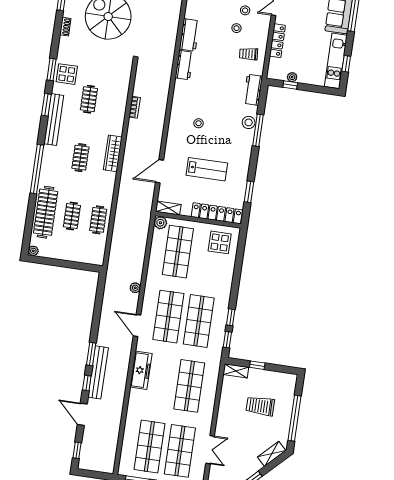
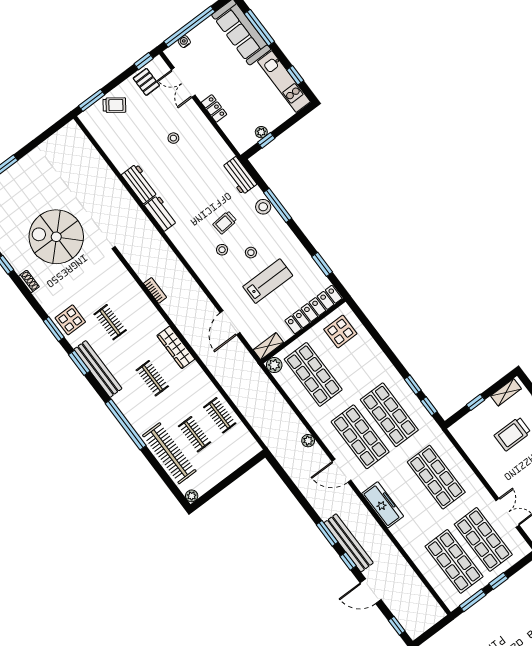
stool: (245, 10) -> (251, 253), moved
locker: (277, 41) -> (214, 108), width x0.66
trolley: (249, 54) -> (225, 223), moved
shelving: (236, 371) -> (506, 392), moved

